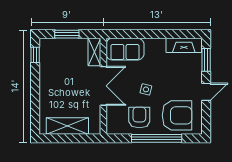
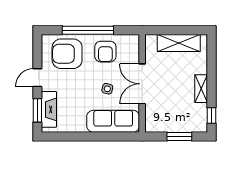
fireplace: (184, 45) -> (49, 109), moved, turned 90
sofa: (125, 49) -> (113, 121), width x1.36
shelving: (94, 52) -> (201, 89), moved
side table: (146, 89) -> (107, 89), moved

